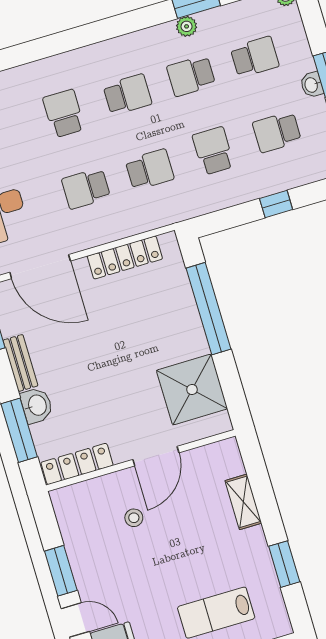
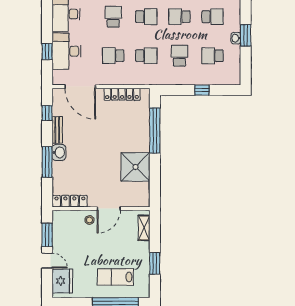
door: (156, 456) -> (109, 209), moved
wall: (141, 461) -> (101, 209), moved
locker: (77, 464) -> (70, 201), moved

